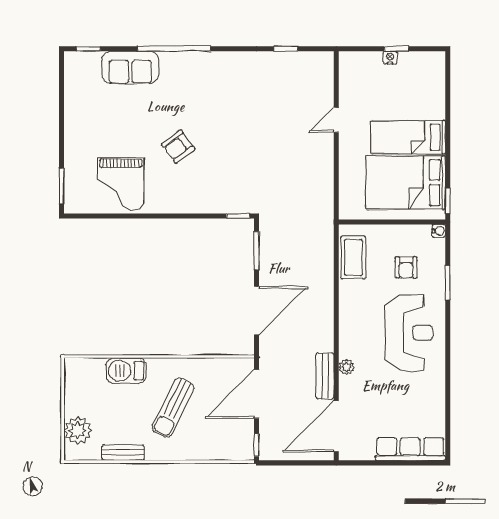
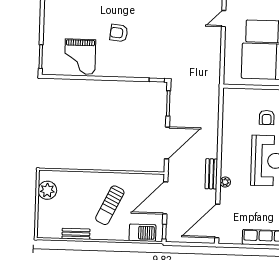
armchair: (178, 147) -> (119, 33), turned 43
coffee table: (353, 257) -> (232, 110), removed
barbecue: (126, 371) -> (142, 233), moved, turned 180
bench: (325, 376) -> (211, 174), moved
plant: (78, 431) -> (47, 190), moved

